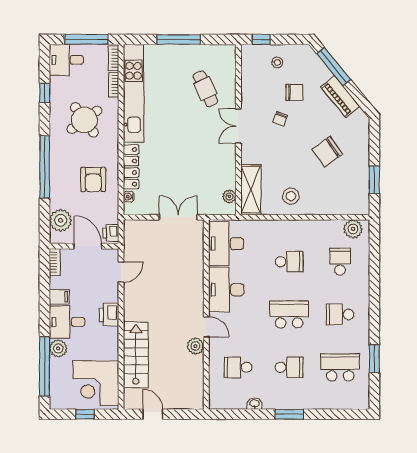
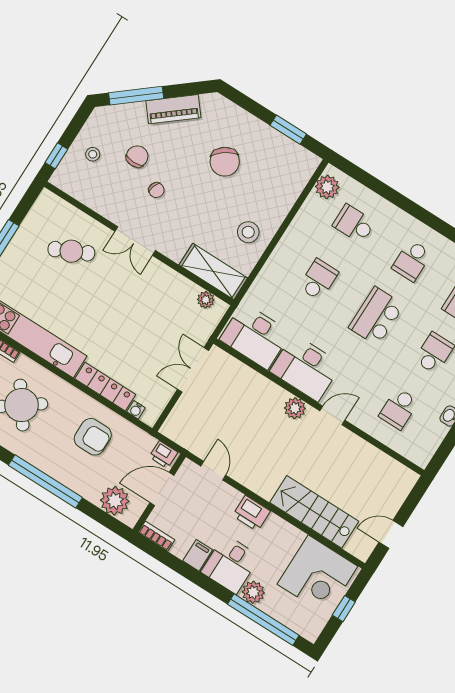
plant: (195, 346) -> (295, 408), moved

